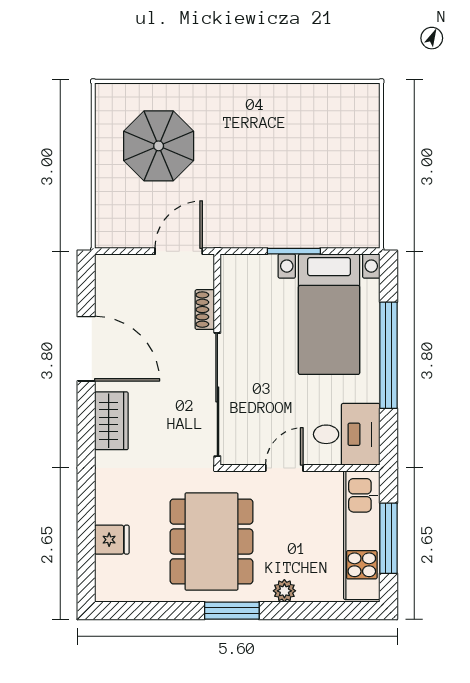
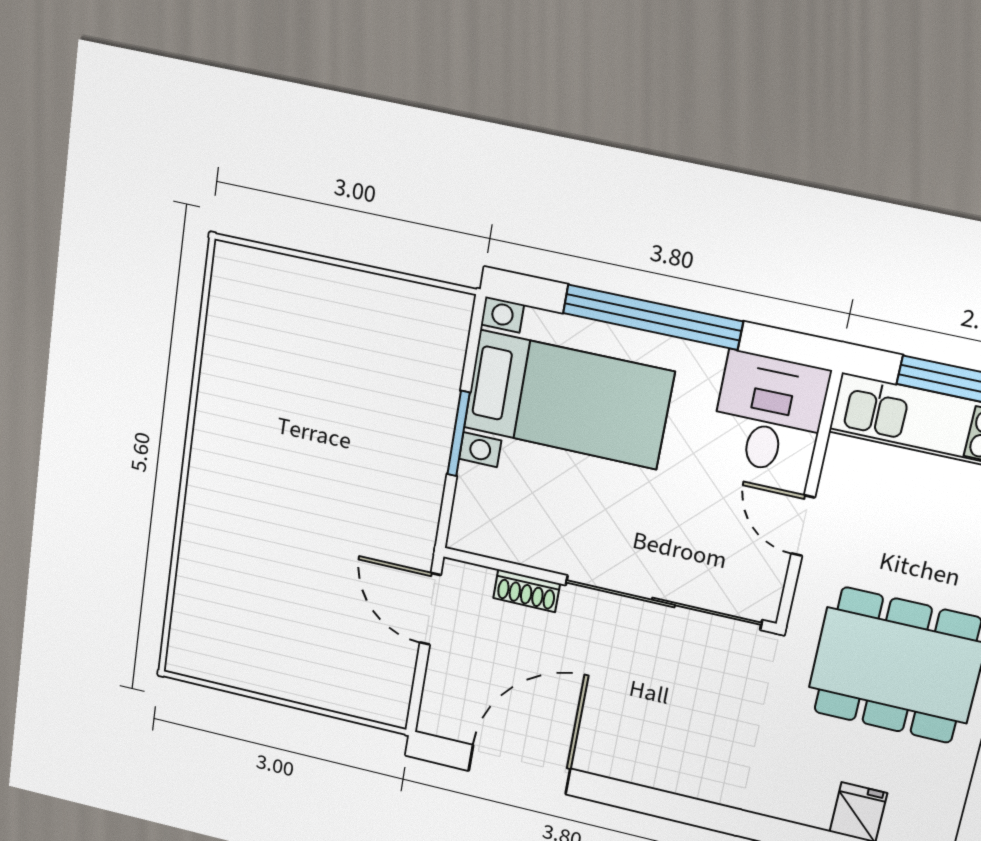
parasol: (159, 146) -> (268, 601), removed
door: (86, 349) -> (519, 770), moved
wardrobe: (111, 421) -> (673, 769), removed

